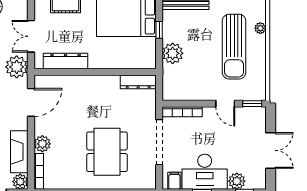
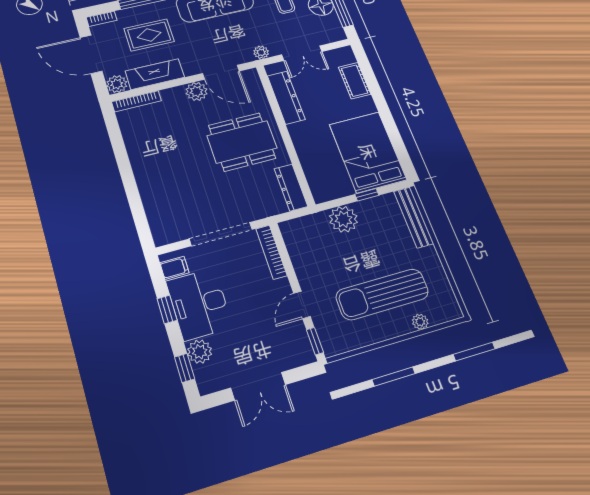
double door: (31, 36) -> (302, 53), swing flipped
plant: (17, 67) -> (261, 52), width x0.53, depth x0.53
plant: (42, 144) -> (196, 91), moved
dining table: (107, 152) -> (242, 142), moved

